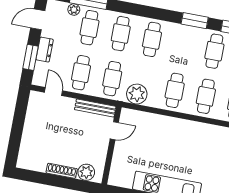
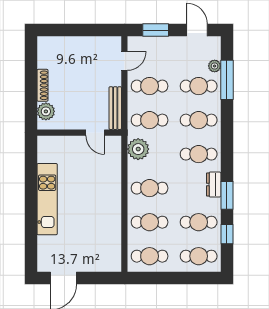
dresser: (45, 50) -> (214, 184), moved, turned 90

